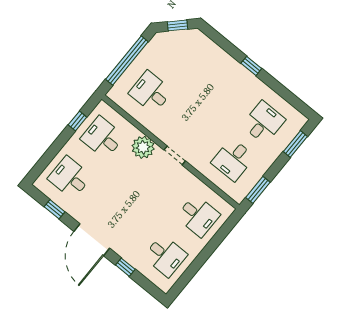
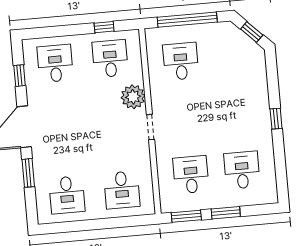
desk: (263, 122) -> (242, 170), turned -90
window: (295, 144) -> (226, 213), moved
desk: (233, 160) -> (191, 175), turned 90
window: (125, 267) -> (28, 173), width x1.50

